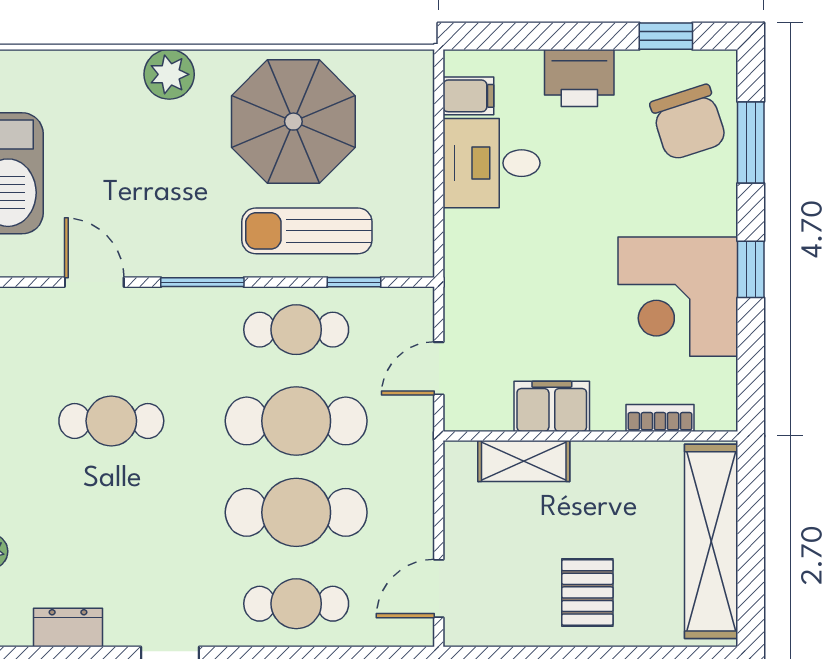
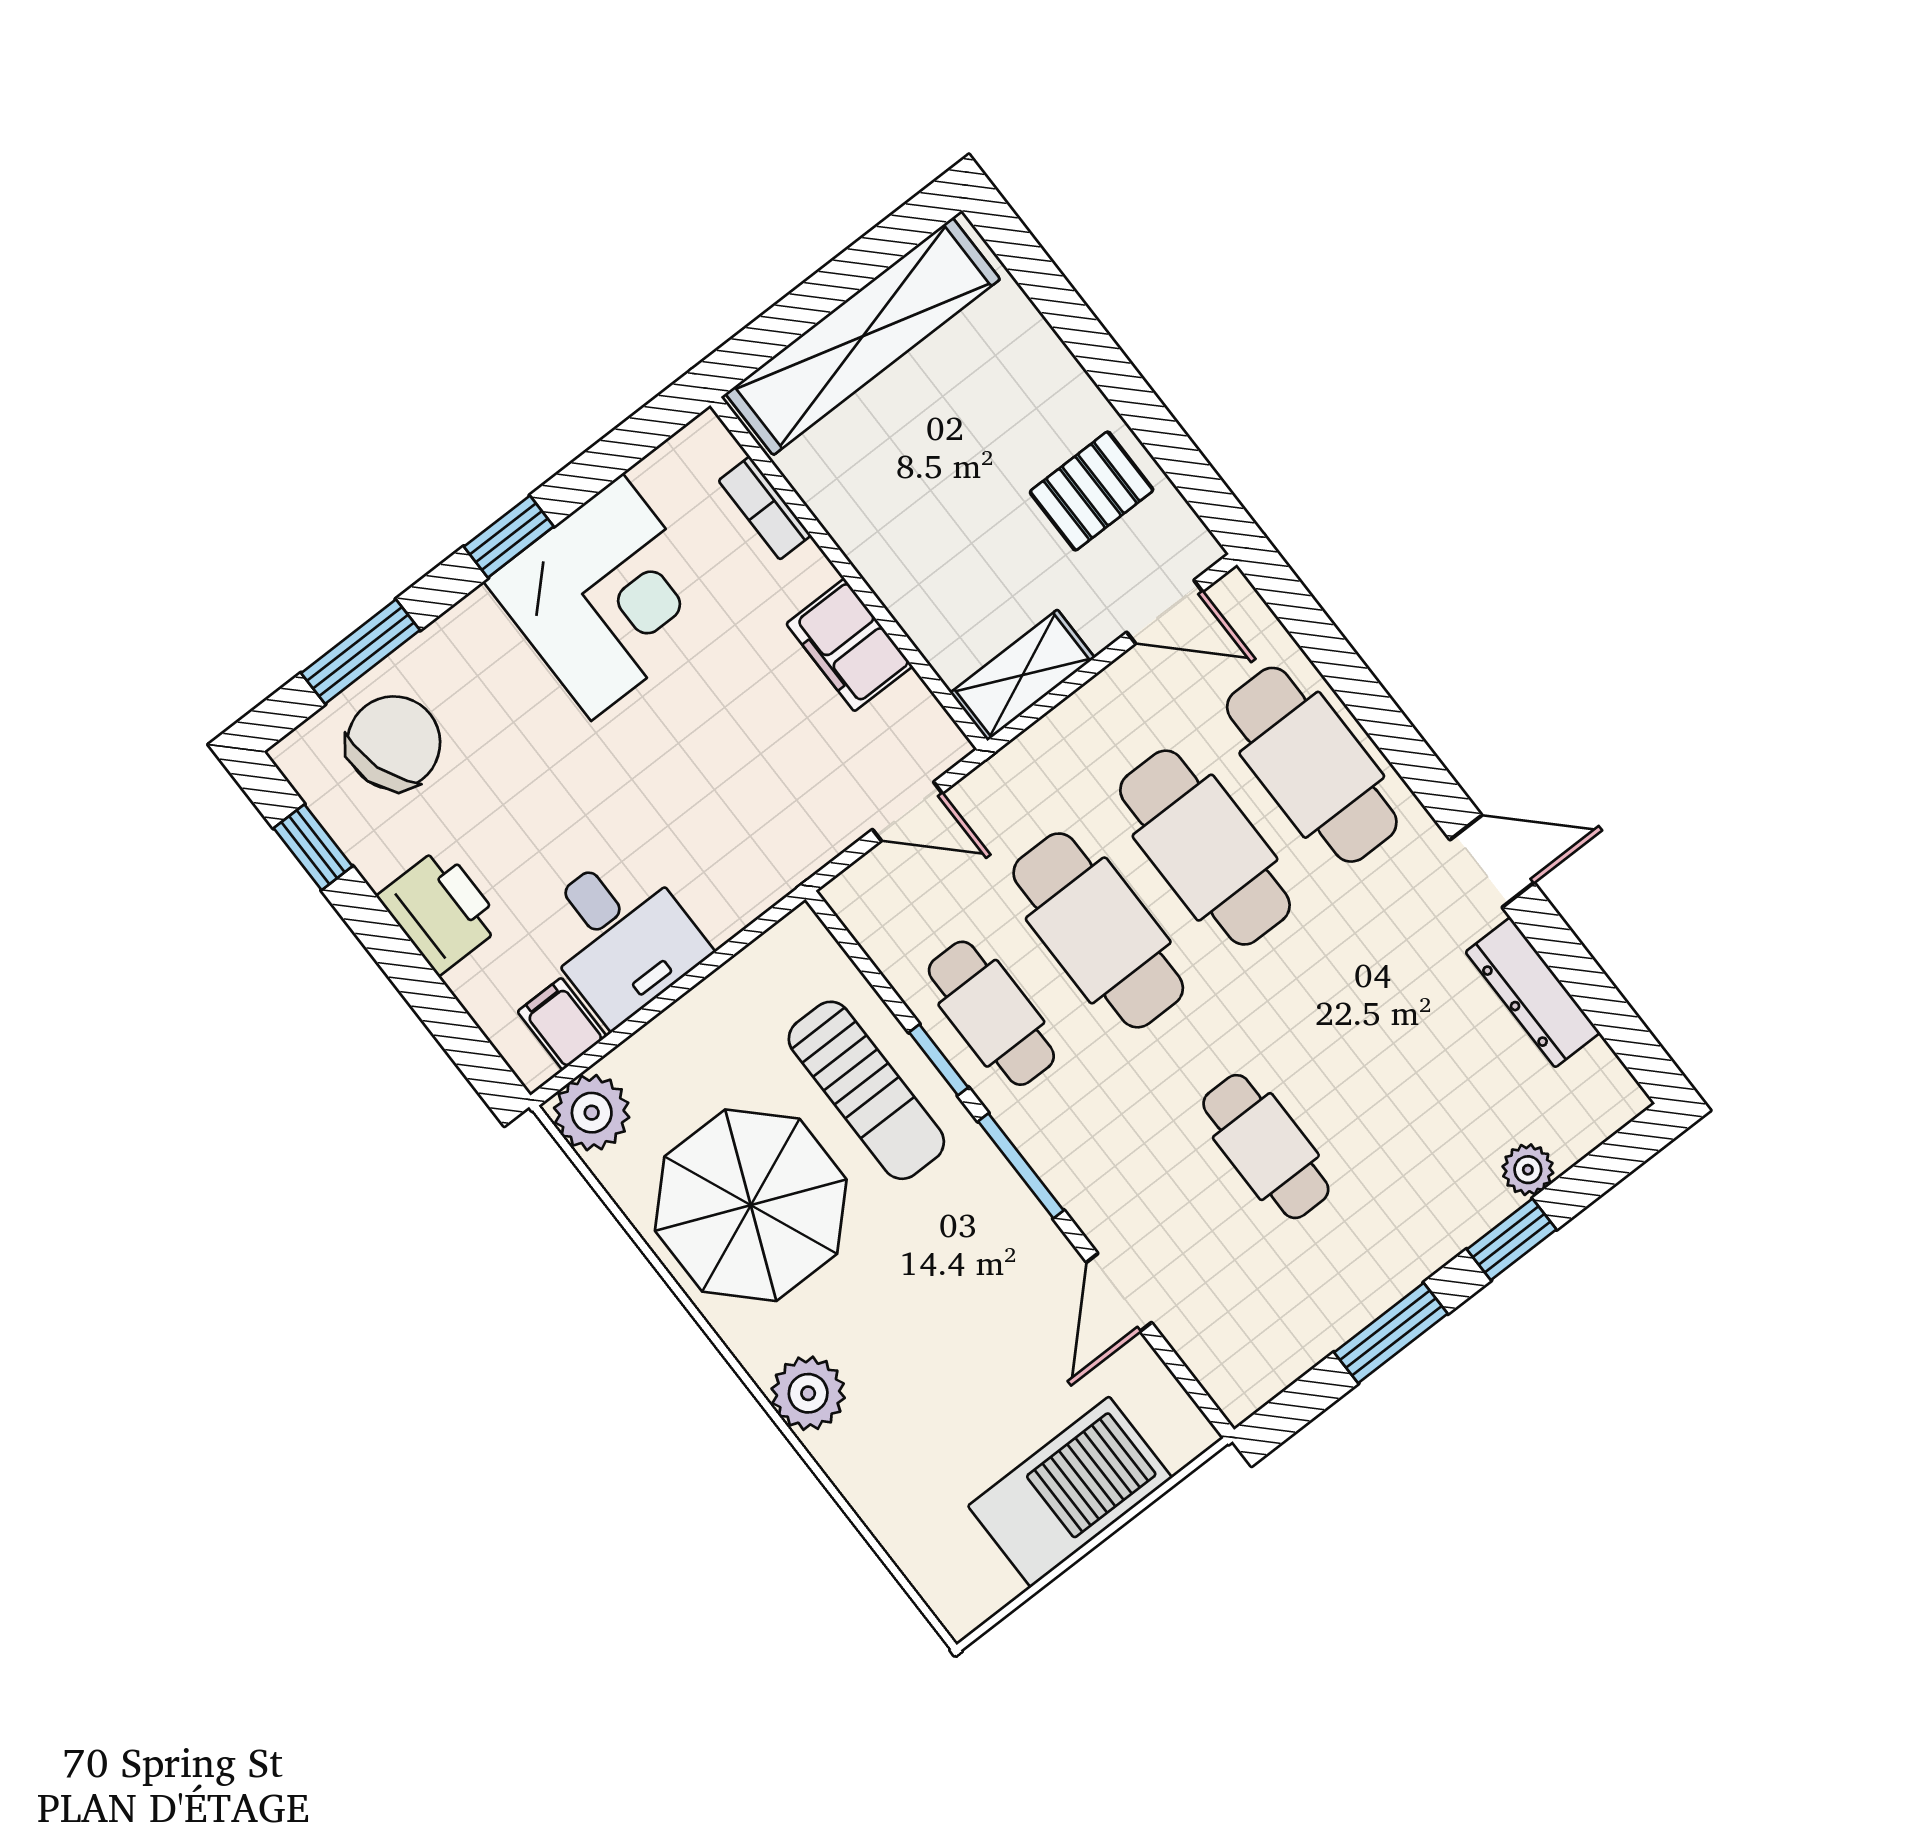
plant: (409, 75) -> (592, 1113), added
window: (354, 282) -> (939, 1060), moved
shelving: (524, 461) -> (1022, 675), moved, turned 90
pallet: (587, 592) -> (1092, 491), moved
cafe table: (296, 604) -> (1312, 765), width x1.37, depth x1.35
dresser: (68, 627) -> (1533, 992), width x1.44

